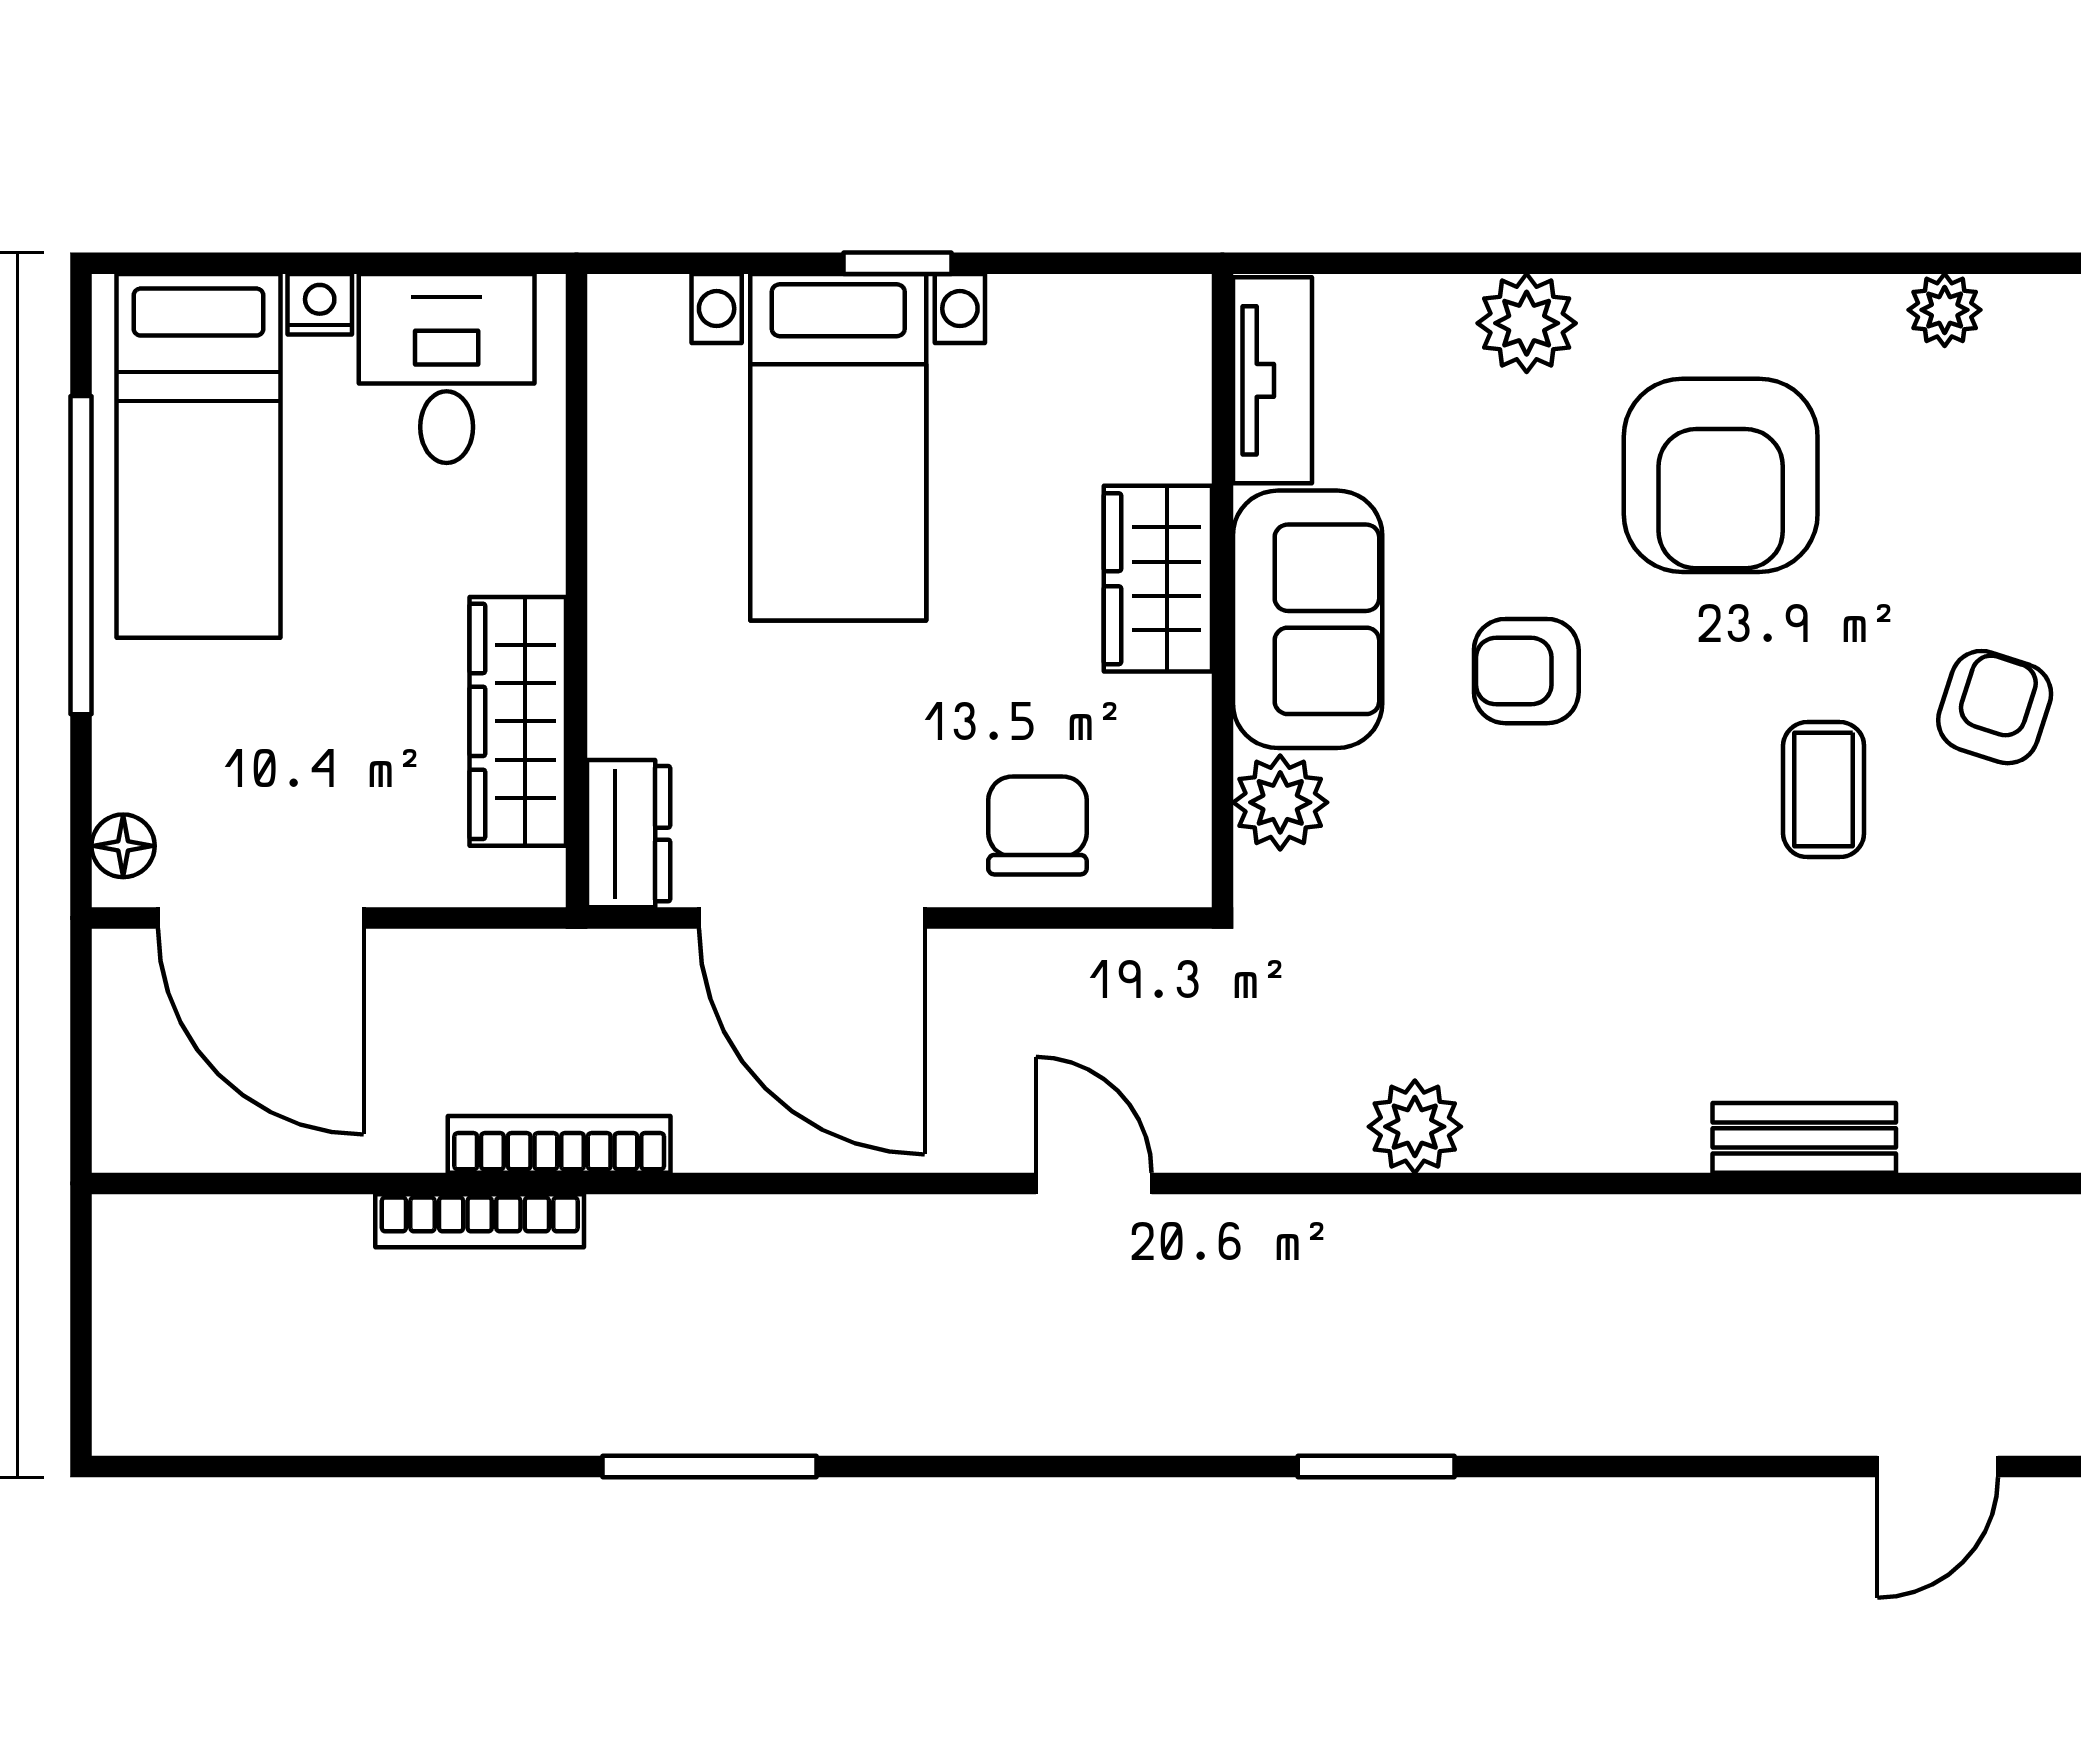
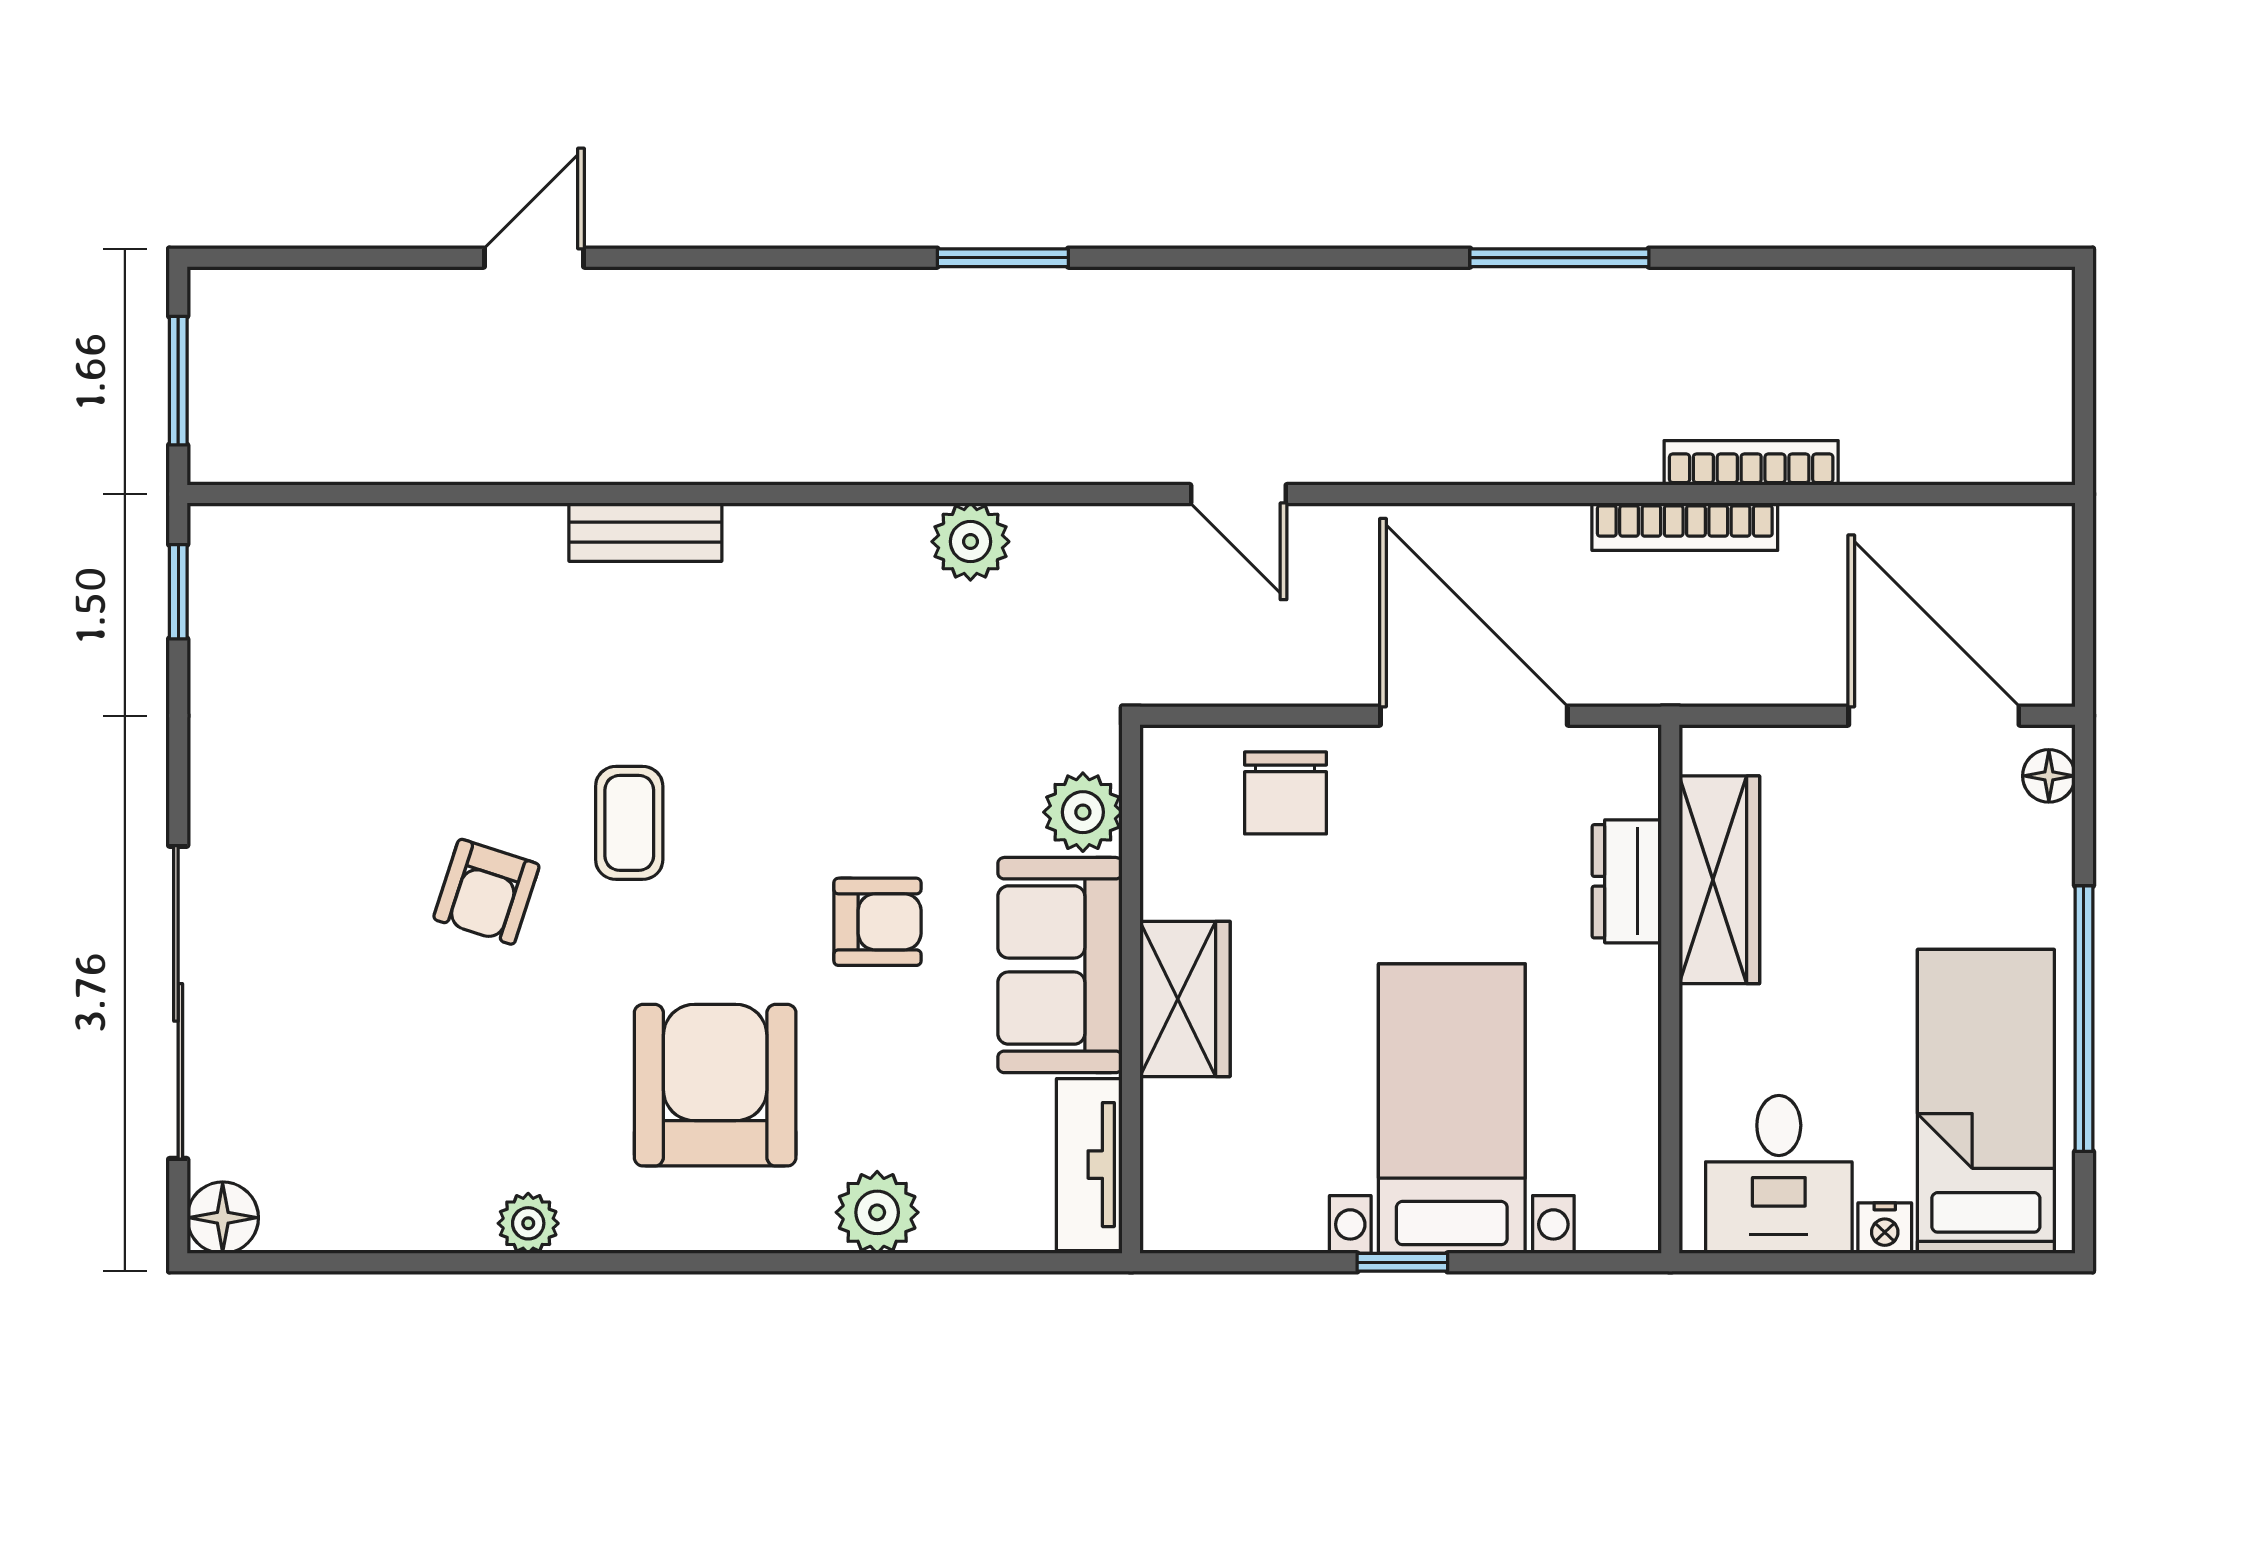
dresser: (629, 834) -> (1627, 881), moved

